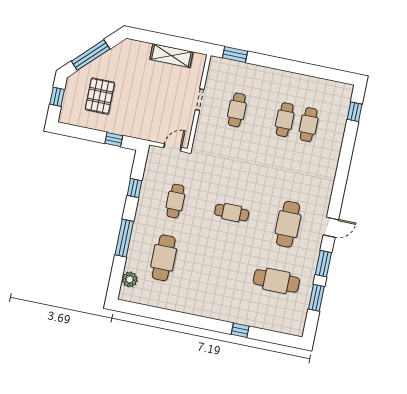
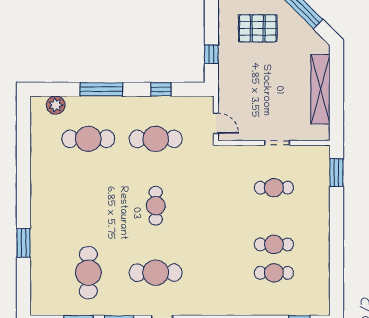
shelving: (171, 56) -> (320, 89), width x1.47
cafe table: (175, 201) -> (156, 139), width x1.37, depth x1.35
window: (240, 330) -> (23, 243), width x1.50

